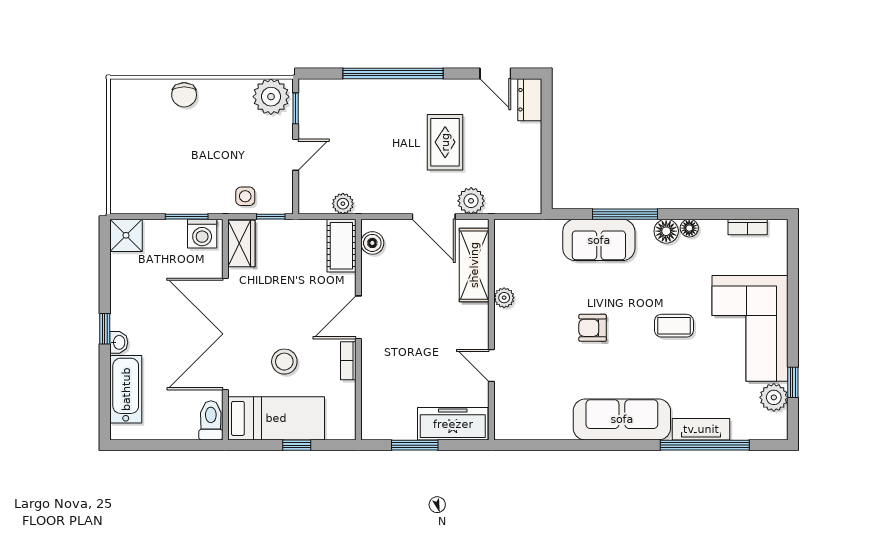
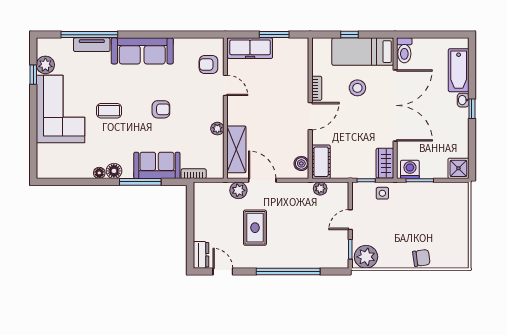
chair: (184, 95) -> (421, 258), turned 82
bookcase: (748, 227) -> (194, 174), moved
armchair: (518, 398) -> (208, 65), added

